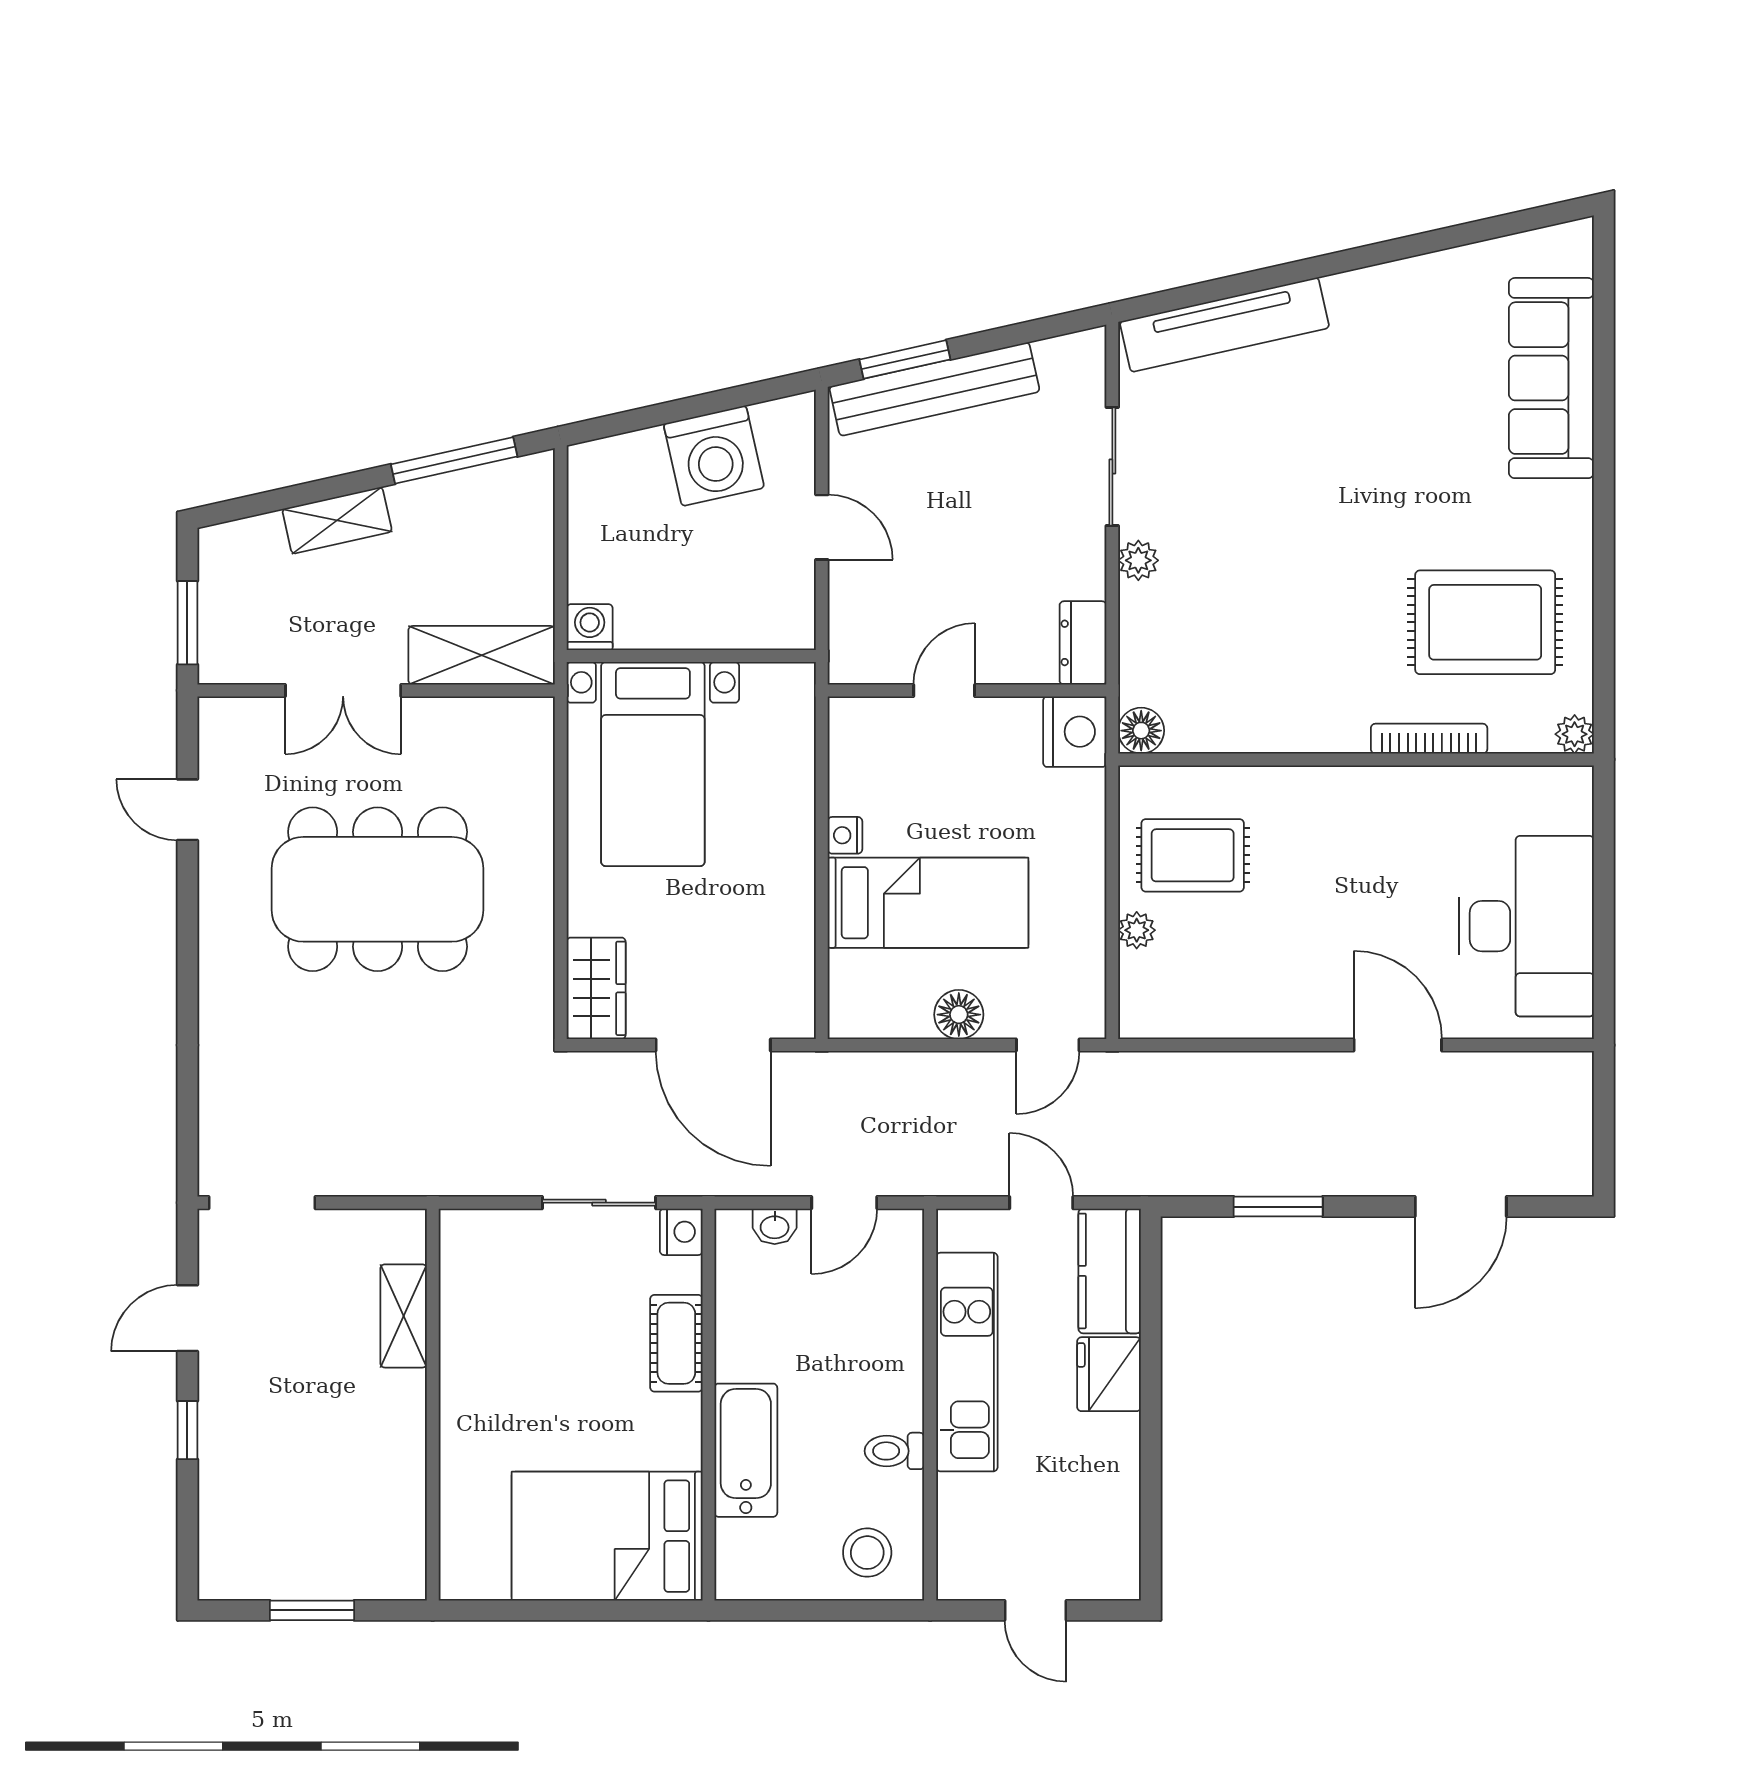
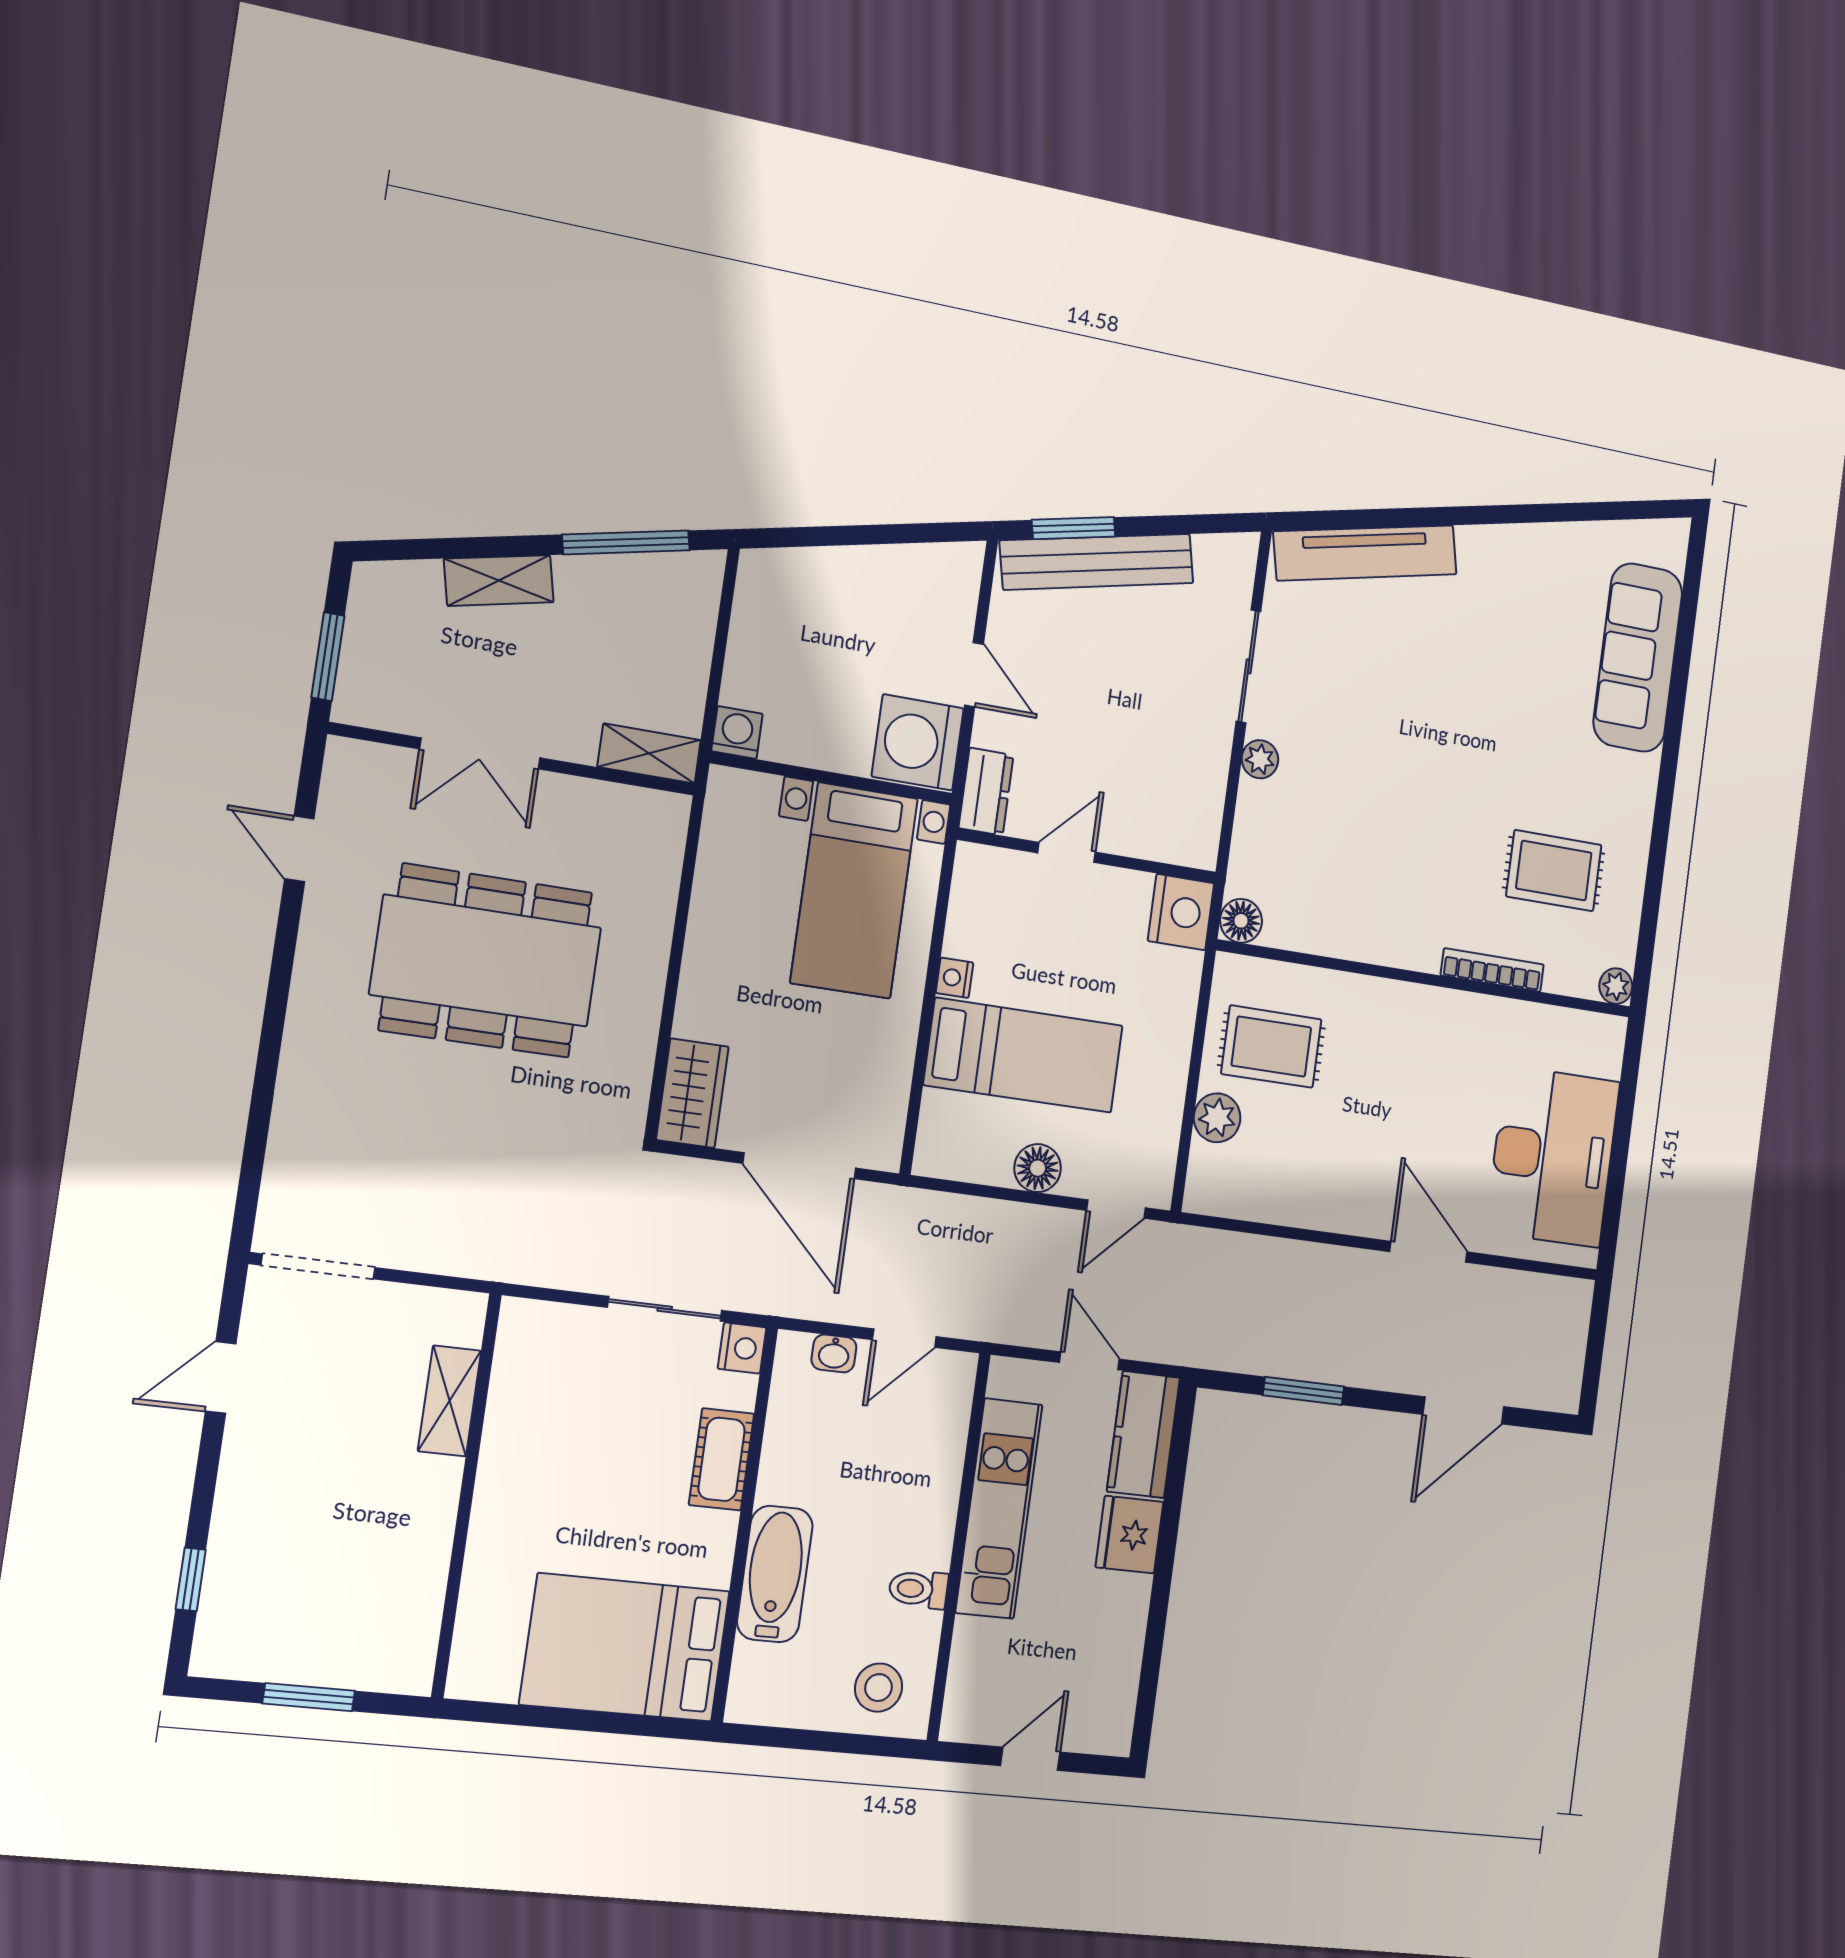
washing machine: (714, 456) -> (918, 742), moved, turned 103
rug: (1485, 622) -> (1554, 871), width x0.73, depth x0.70
dresser: (1083, 643) -> (986, 792), moved, turned 180
shelving: (482, 655) -> (649, 753), width x0.67, depth x0.75
bed with nightstands: (653, 764) -> (854, 890), moved
plant: (1137, 930) -> (1217, 1118), width x1.38, depth x1.38
window: (187, 1430) -> (191, 1579), moved
door: (1035, 1610) -> (1030, 1759), swing flipped

